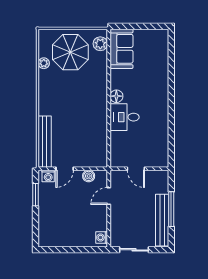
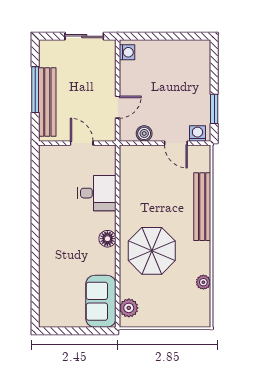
parasol: (70, 52) -> (152, 251), moved
desk: (125, 117) -> (97, 193), moved
bench: (45, 142) -> (202, 207), moved
door: (65, 169) -> (176, 143), swing flipped
bench: (162, 220) -> (47, 102), moved

